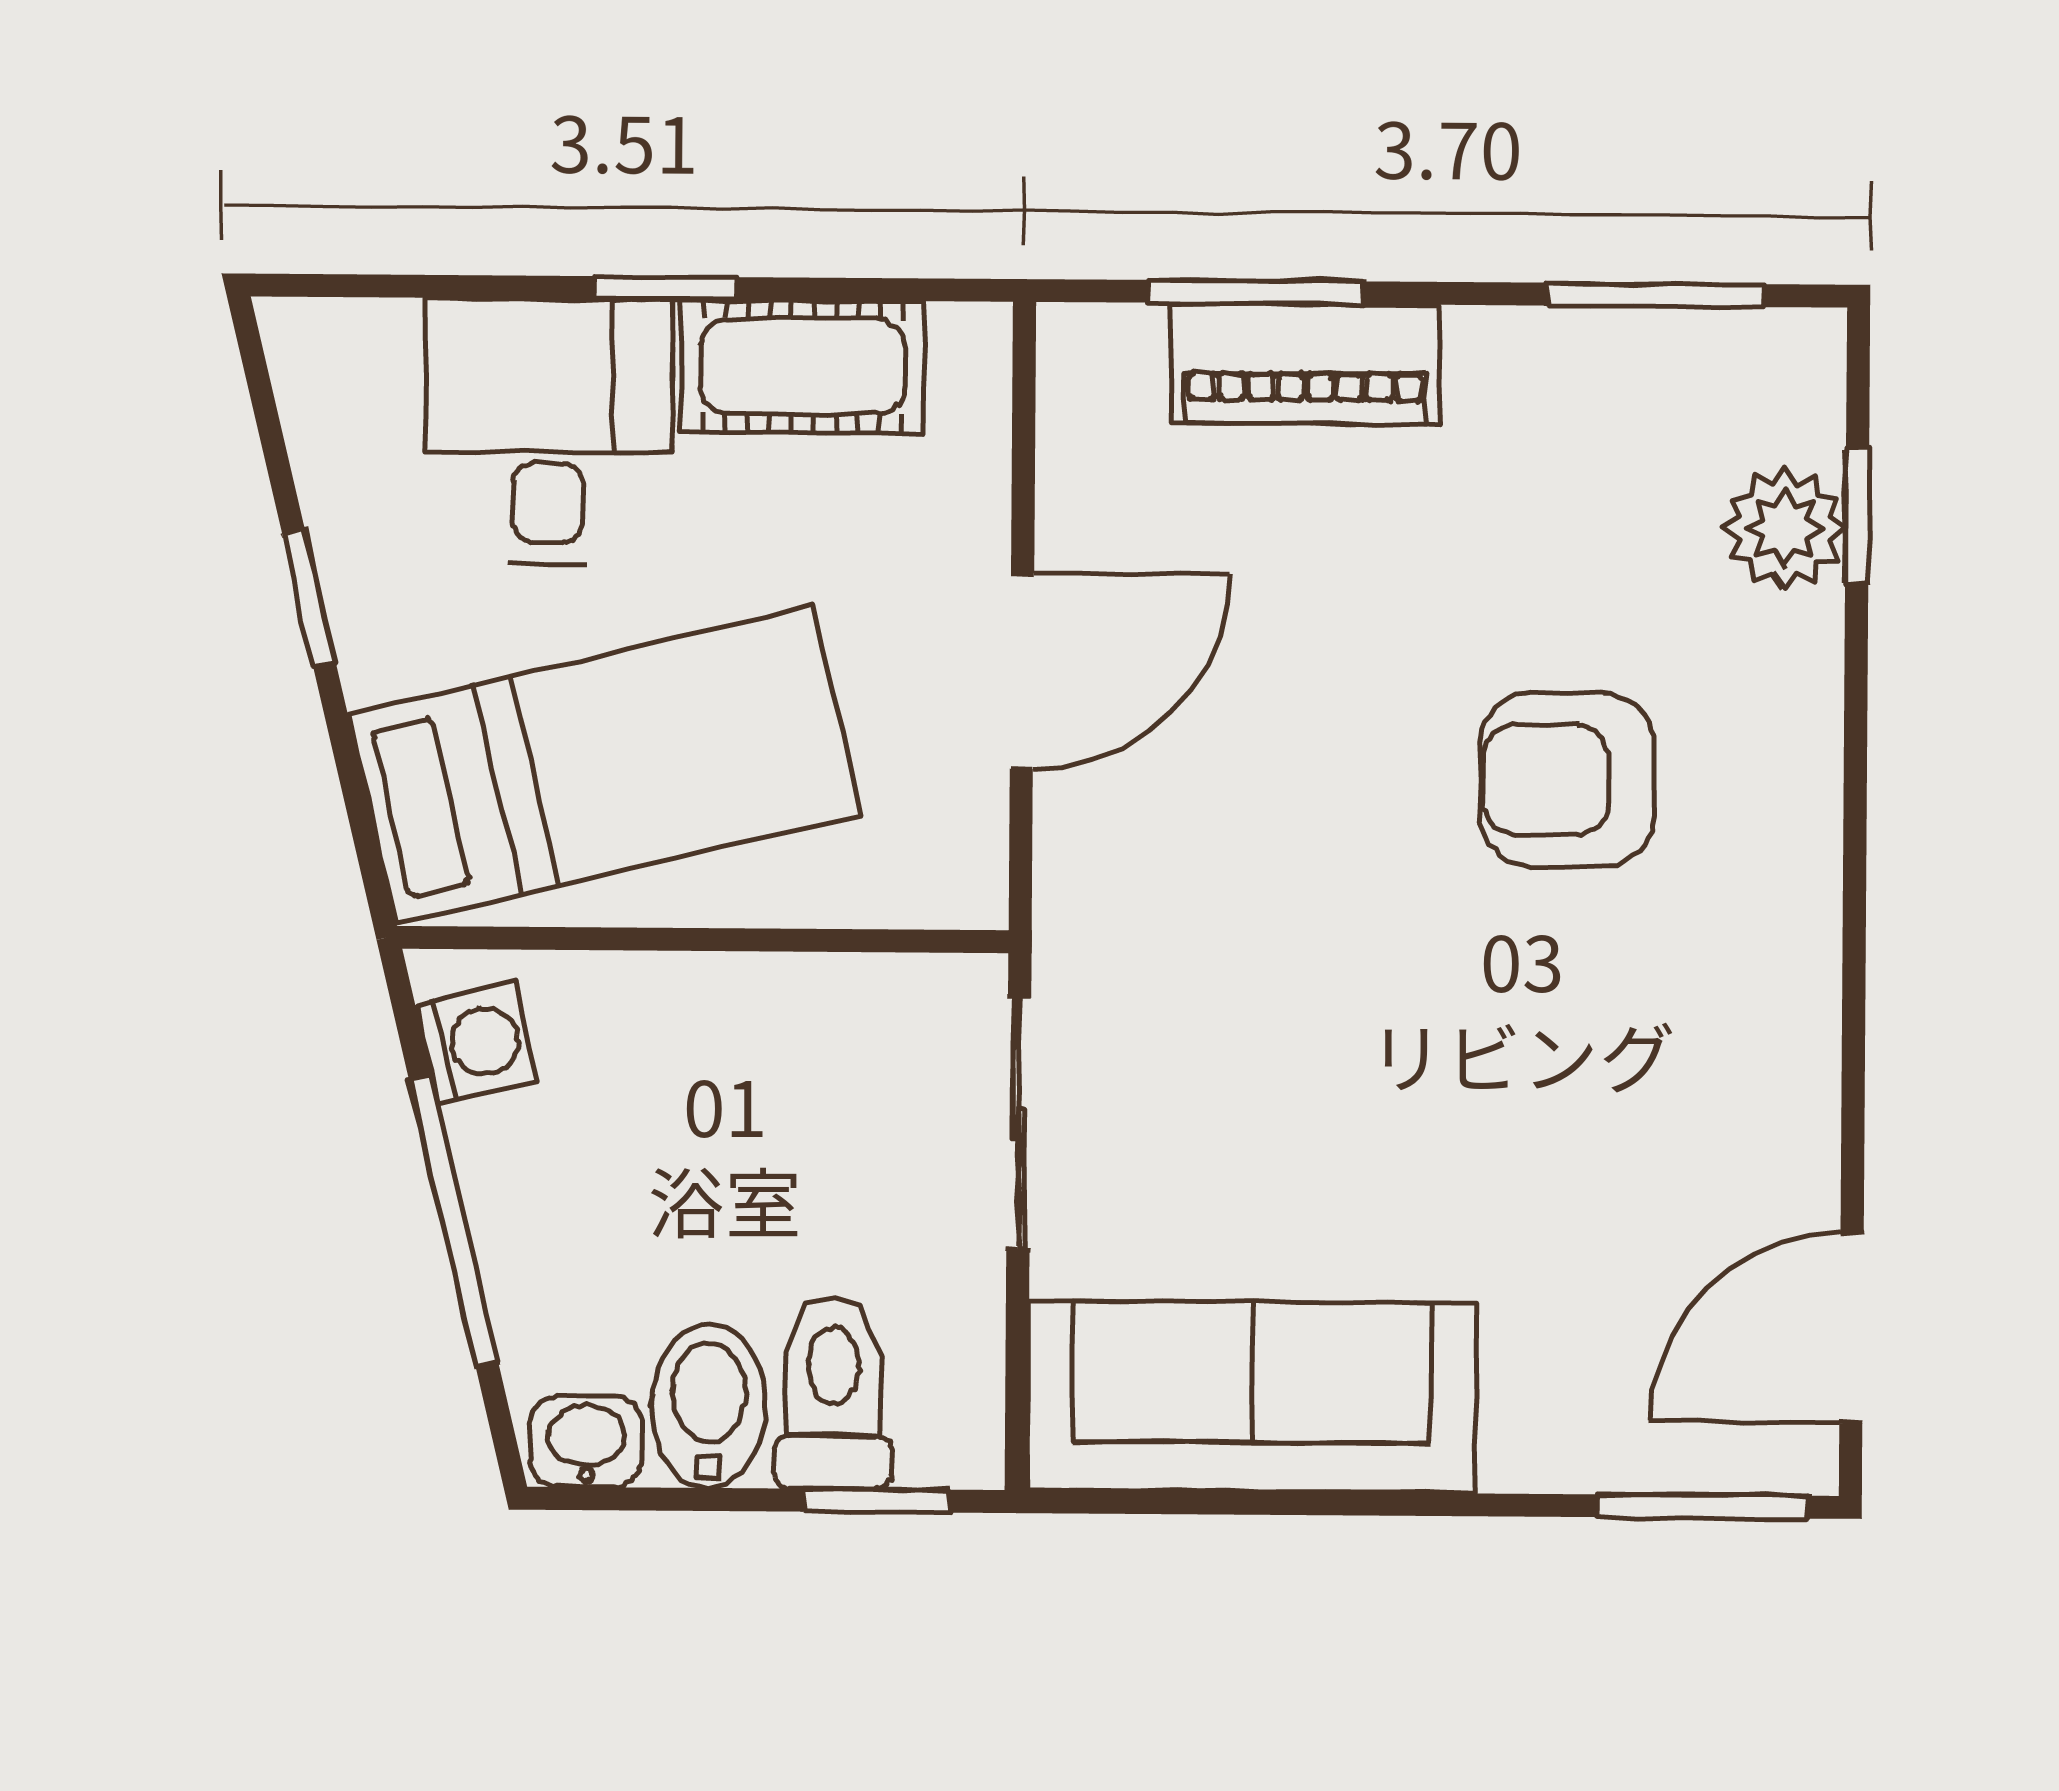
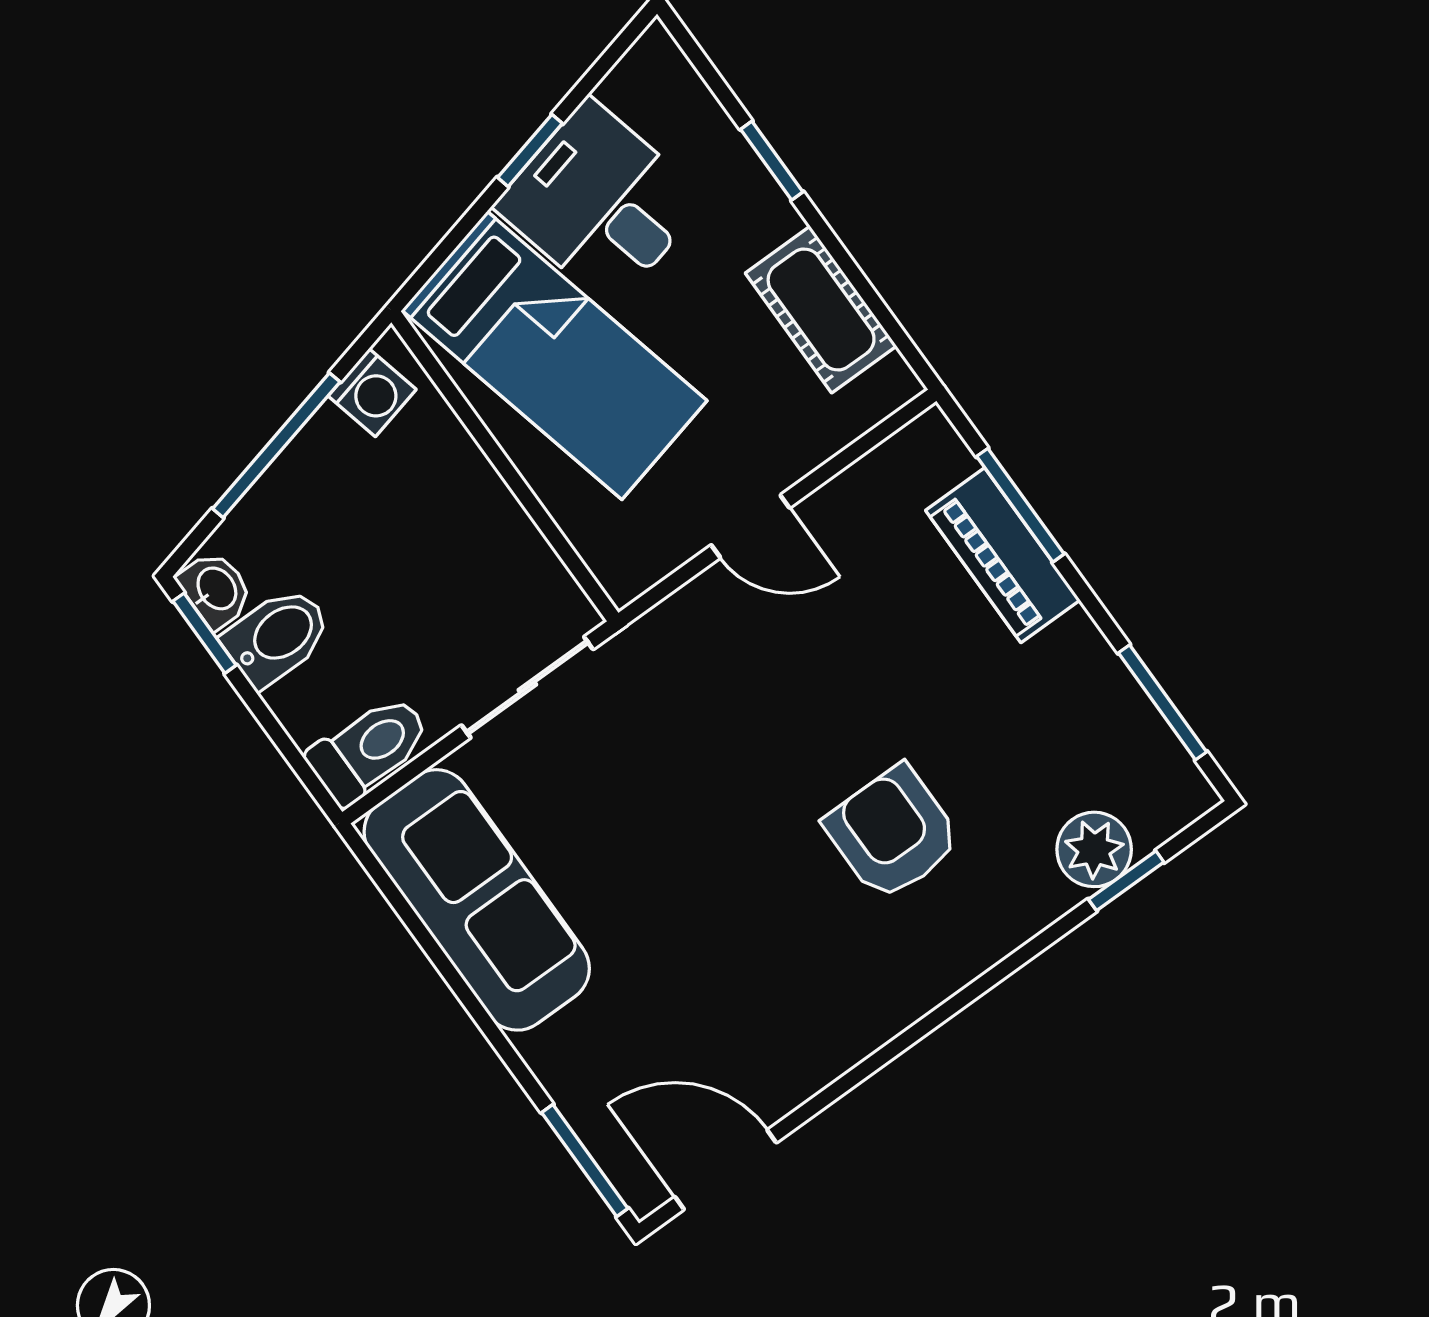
window: (665, 288) -> (772, 161), moved
desk: (549, 431) -> (600, 203), moved, turned -103
door: (1022, 671) -> (750, 526), width x0.73
toilet: (833, 1393) -> (369, 749), moved
window: (876, 1501) -> (205, 633), moved

